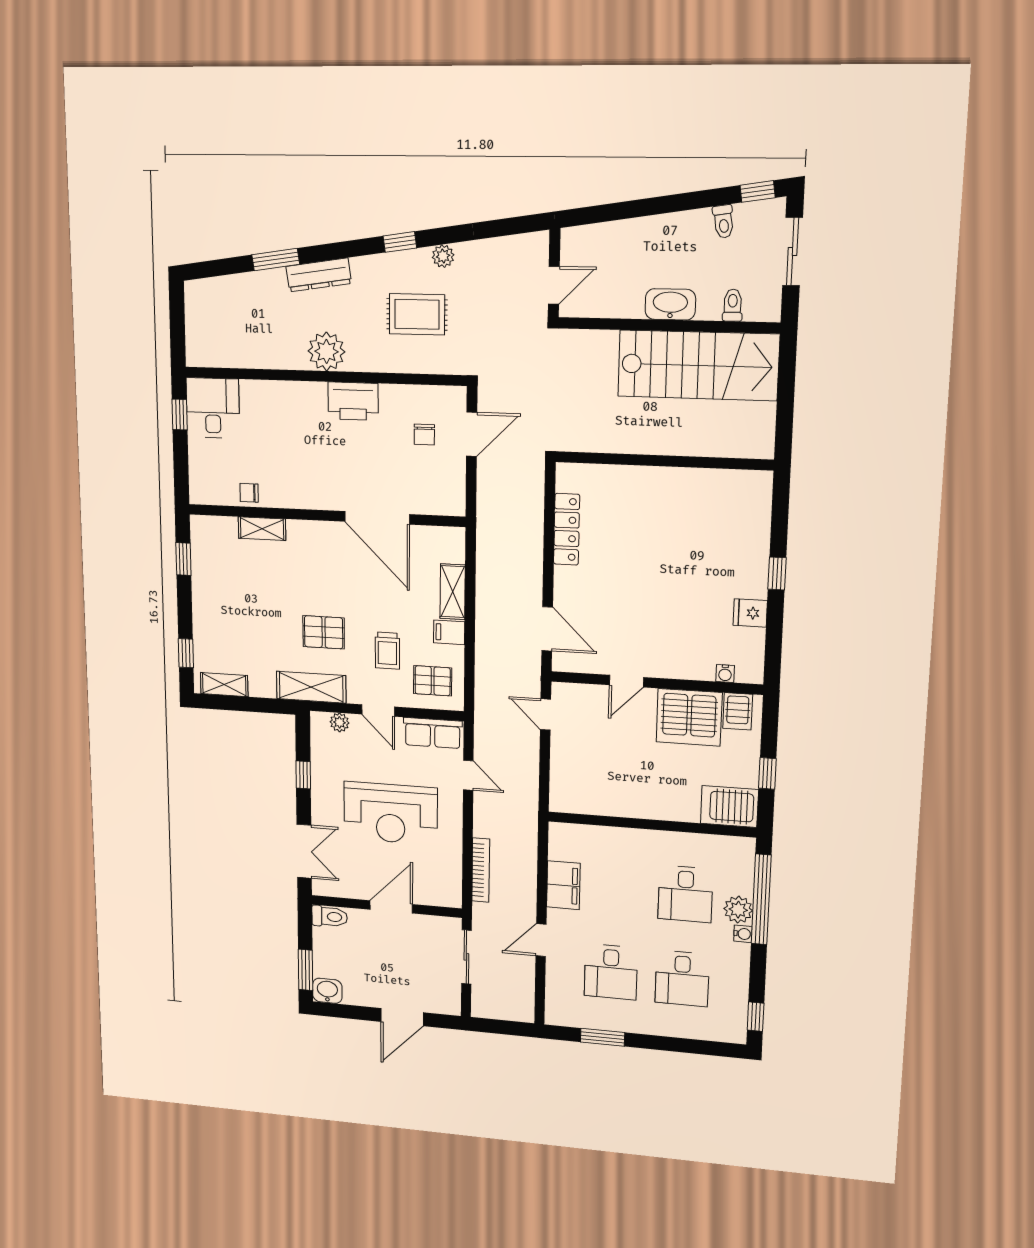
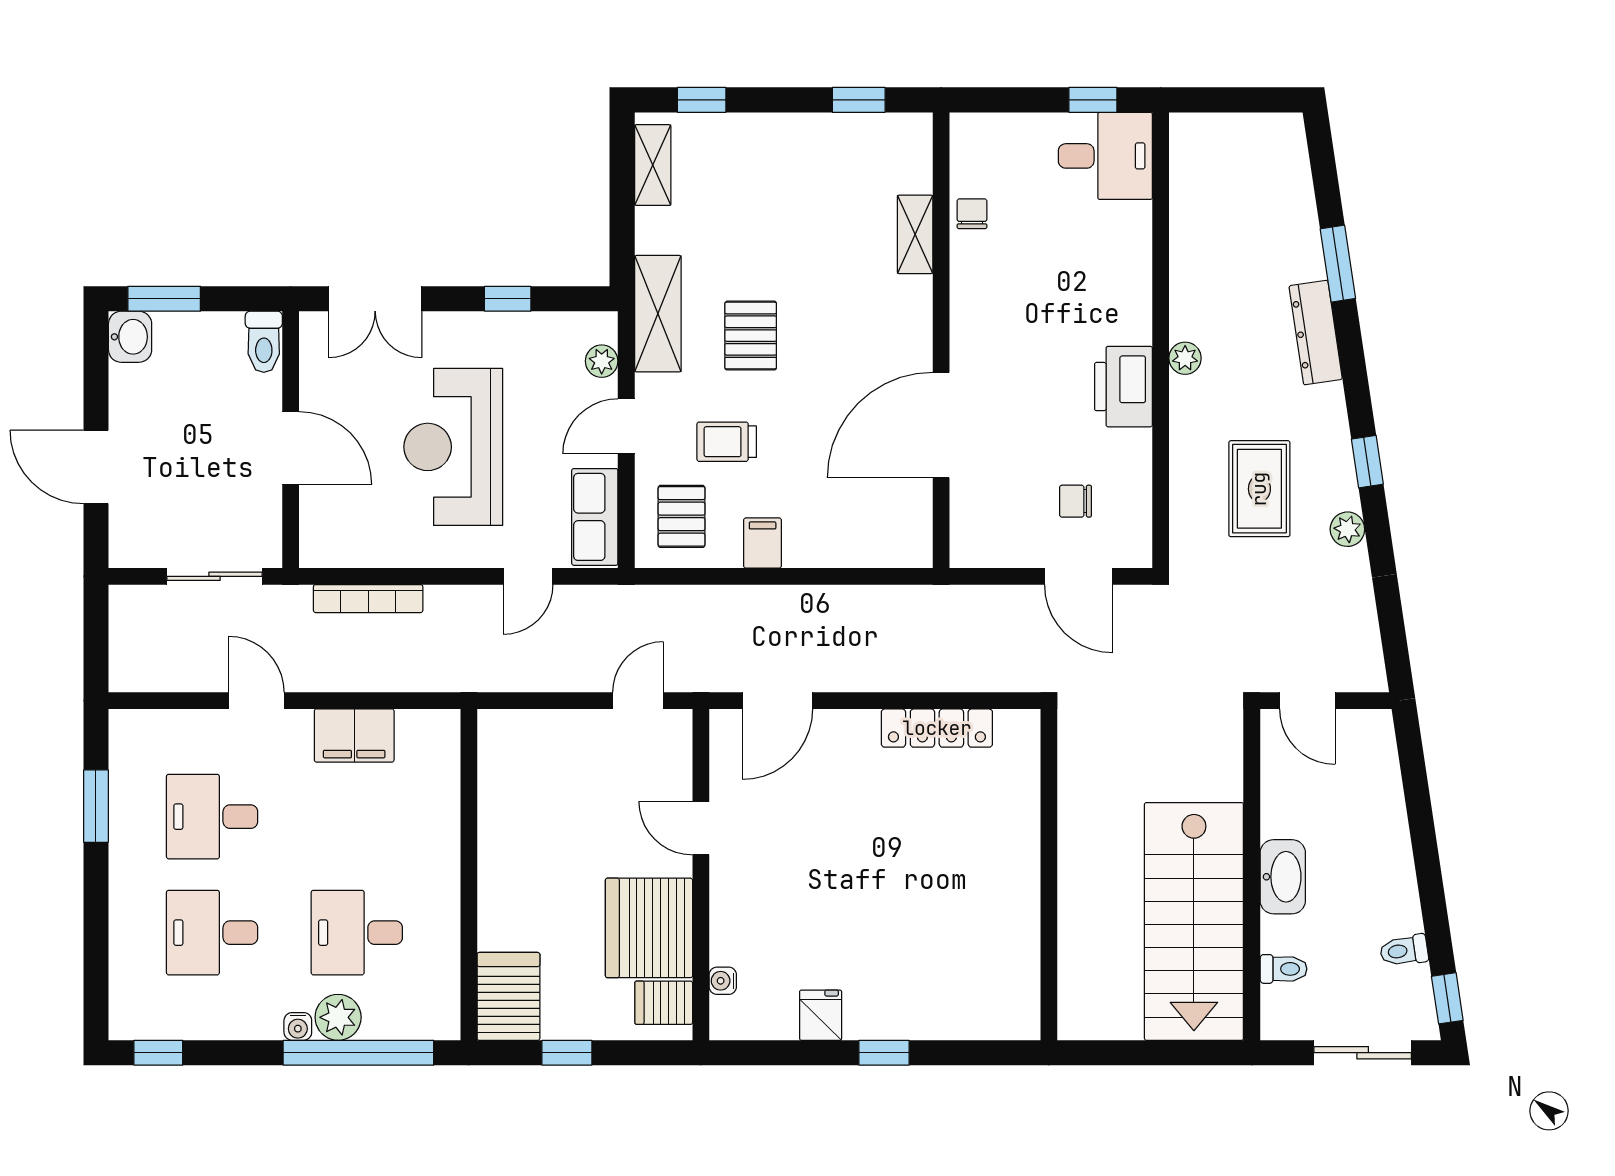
plant: (326, 351) -> (1185, 358), width x0.53, depth x0.53
shelving: (453, 592) -> (829, 548), removed

